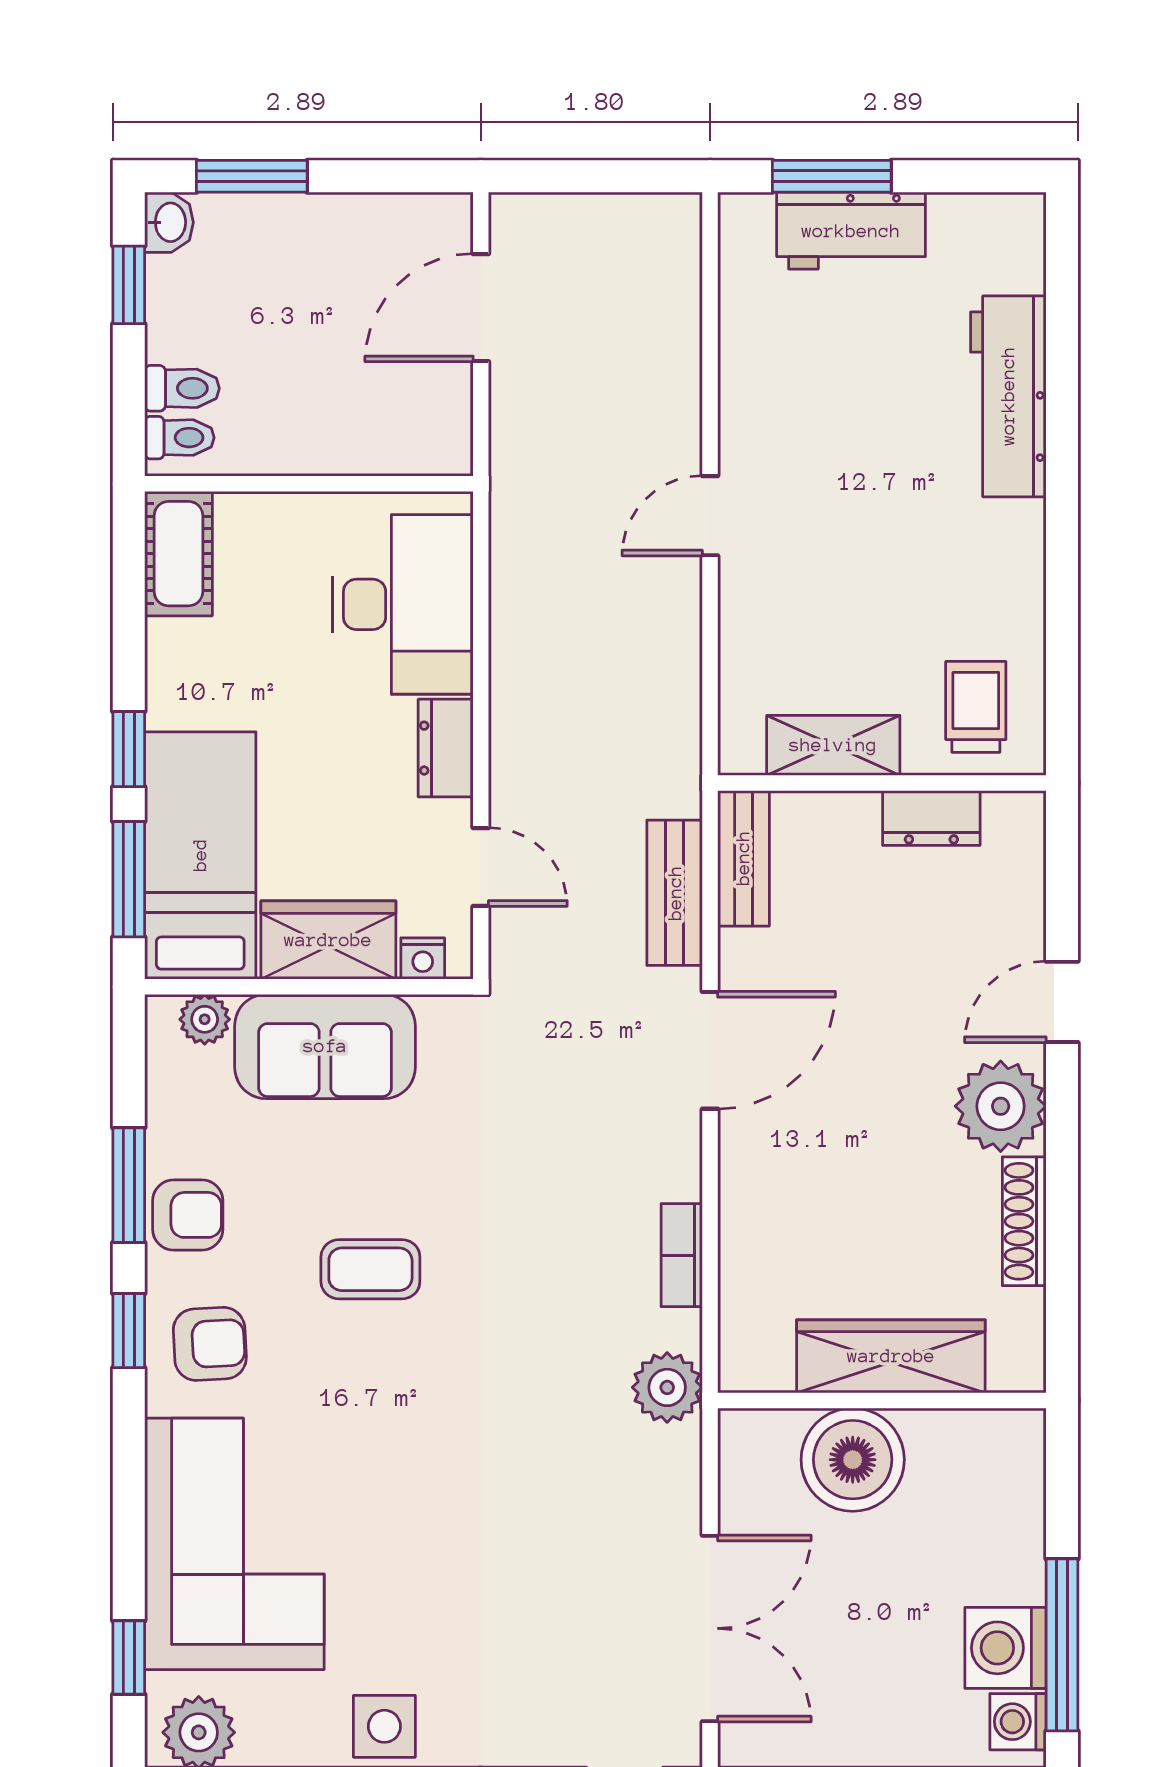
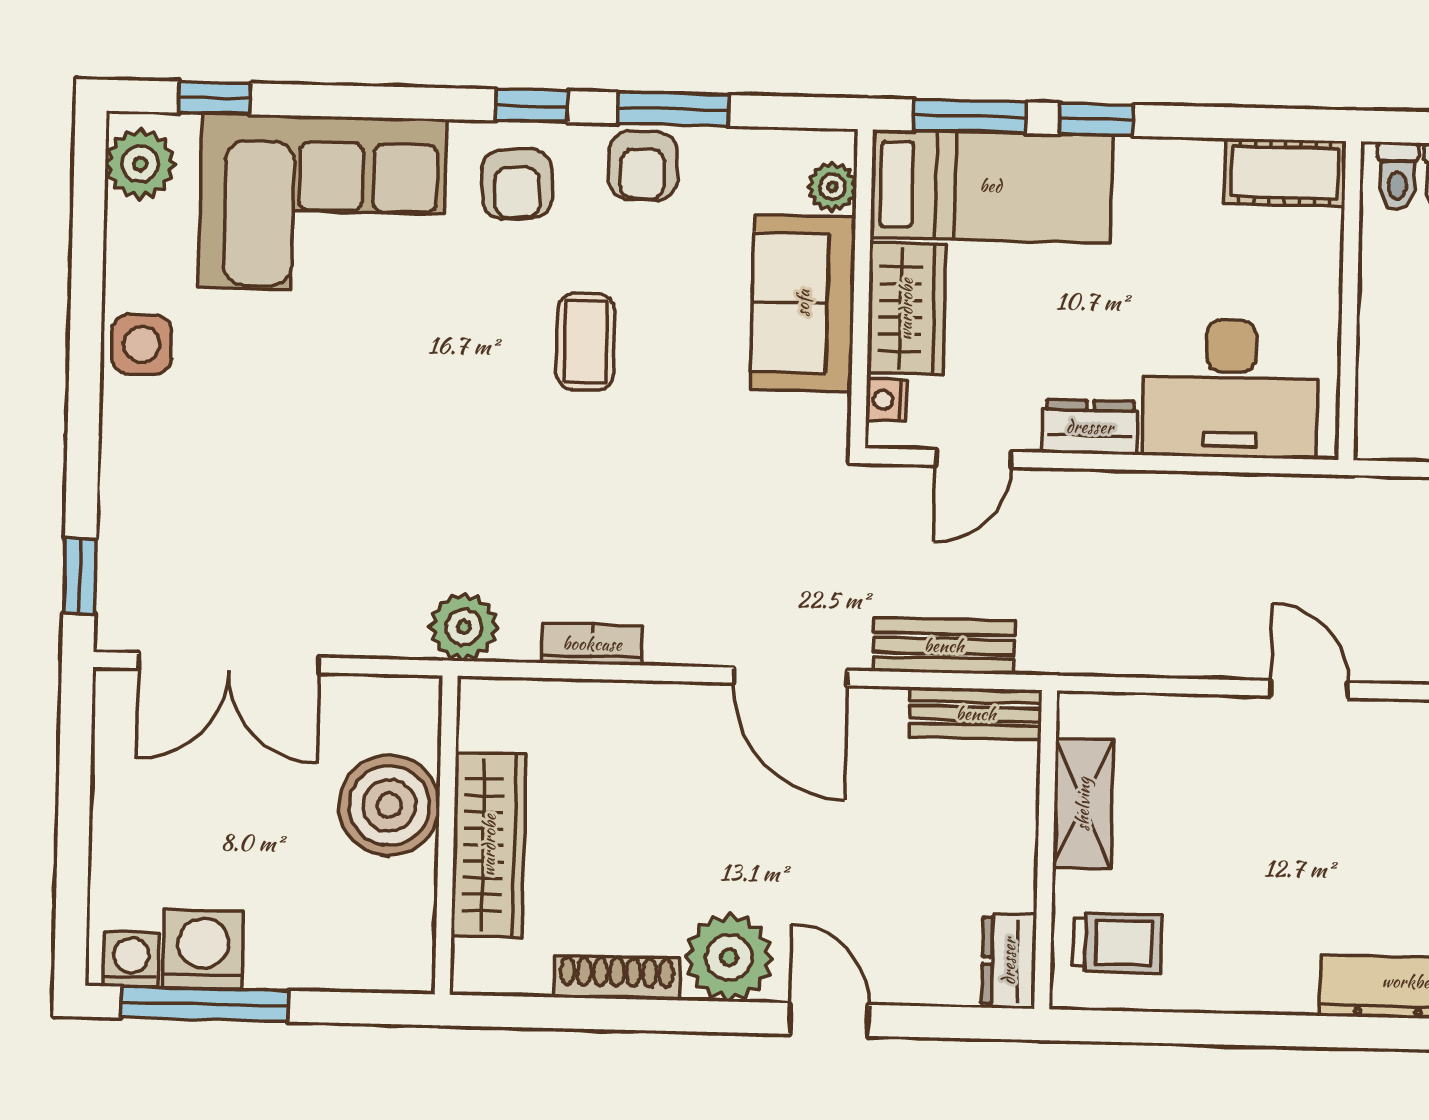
dresser: (931, 818) -> (1009, 961), moved

